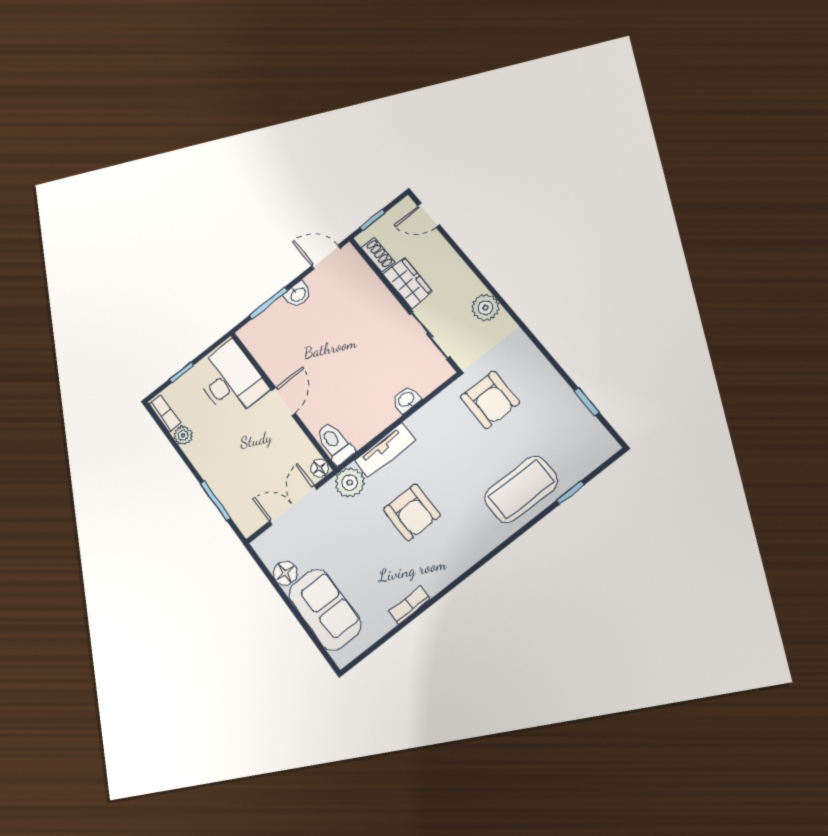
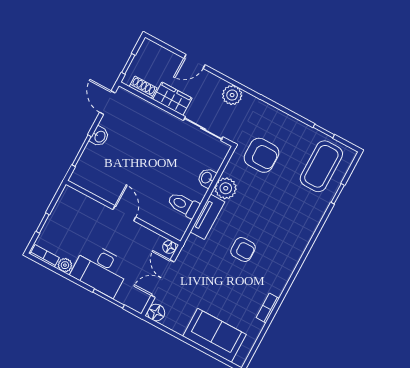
door: (429, 215) -> (194, 61), moved
door: (326, 257) -> (107, 103), hinge flipped
desk: (231, 380) -> (100, 270), moved, turned 180
toilet: (335, 443) -> (183, 205), moved
plant: (350, 483) -> (226, 188), moved
coffee table: (521, 489) -> (321, 166), moved
armchair: (412, 512) -> (243, 249), width x0.72, depth x0.72
floor lamp: (285, 573) -> (156, 313), moved

